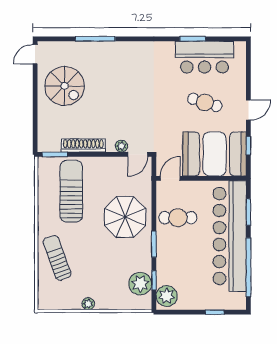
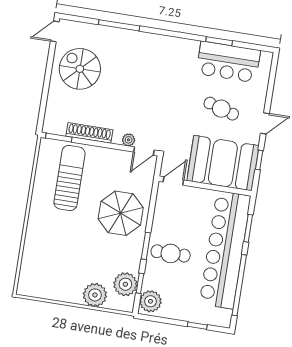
spiral stairs: (65, 86) -> (80, 69), turned 180
cafe table: (178, 218) -> (171, 253), moved
sun lounger: (57, 258) -> (44, 244), removed
plant: (88, 304) -> (95, 295), moved, width x1.87, depth x1.87

